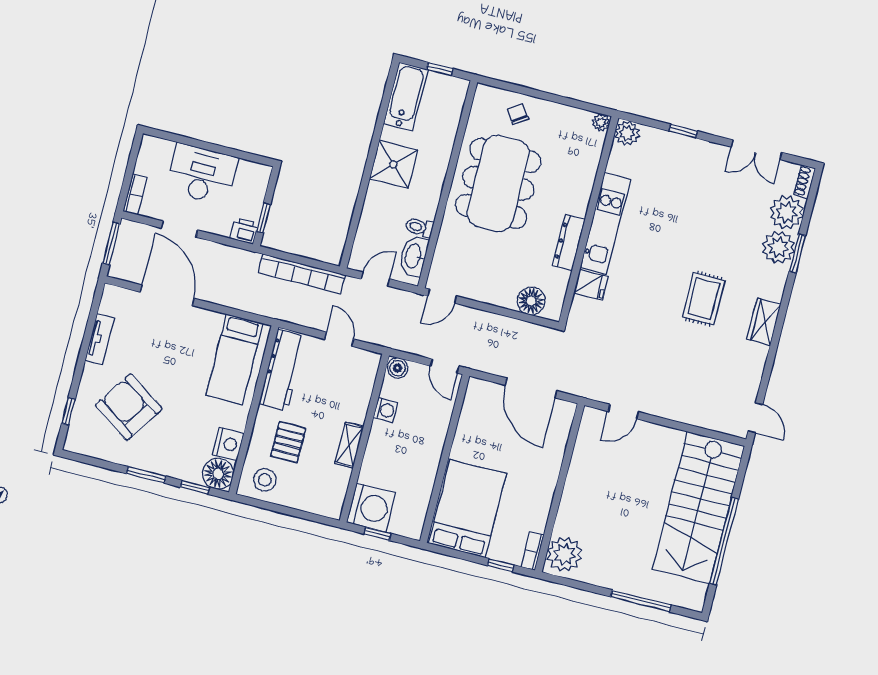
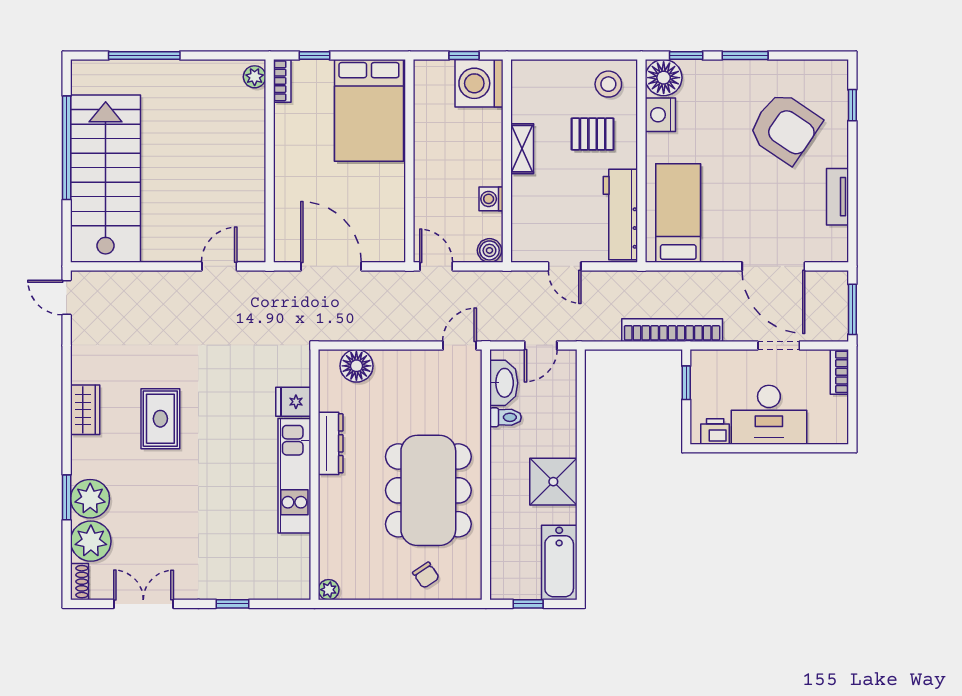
plant: (627, 133) -> (296, 585), removed
printer: (244, 231) -> (715, 432), moved, turned 180
bookcase: (302, 274) -> (672, 330), moved
pallet: (288, 442) -> (593, 134), turned 90
plant: (564, 554) -> (255, 77), width x0.53, depth x0.53

